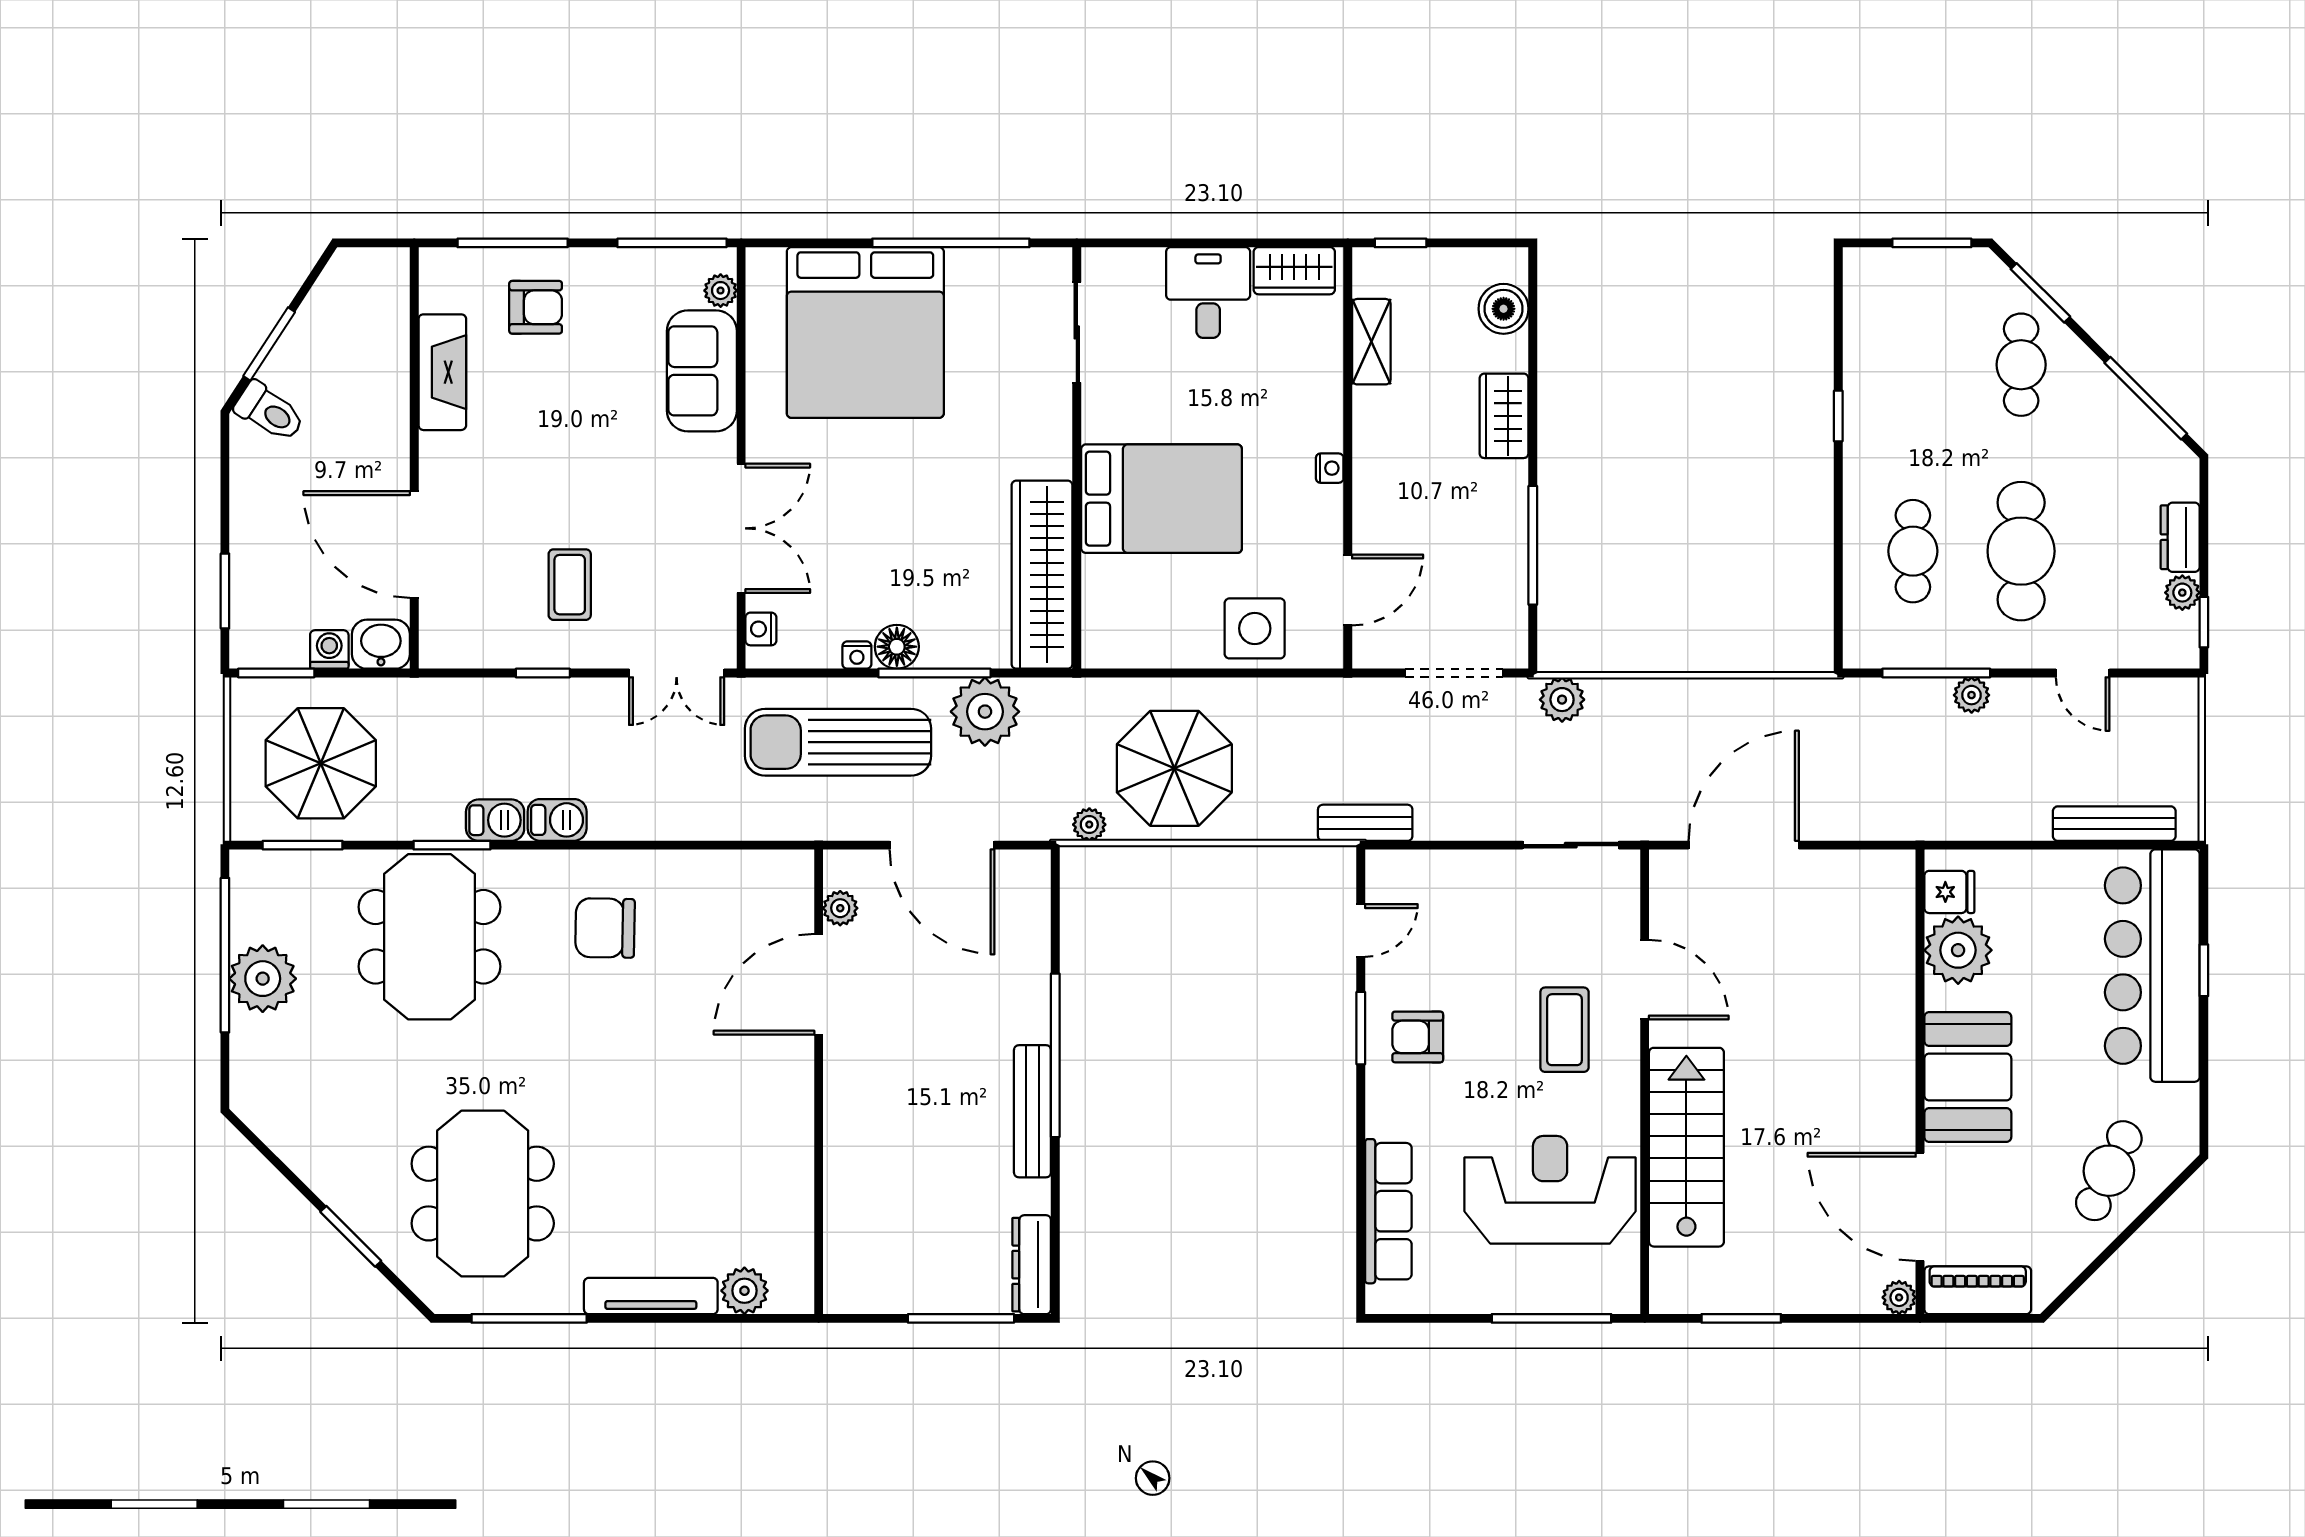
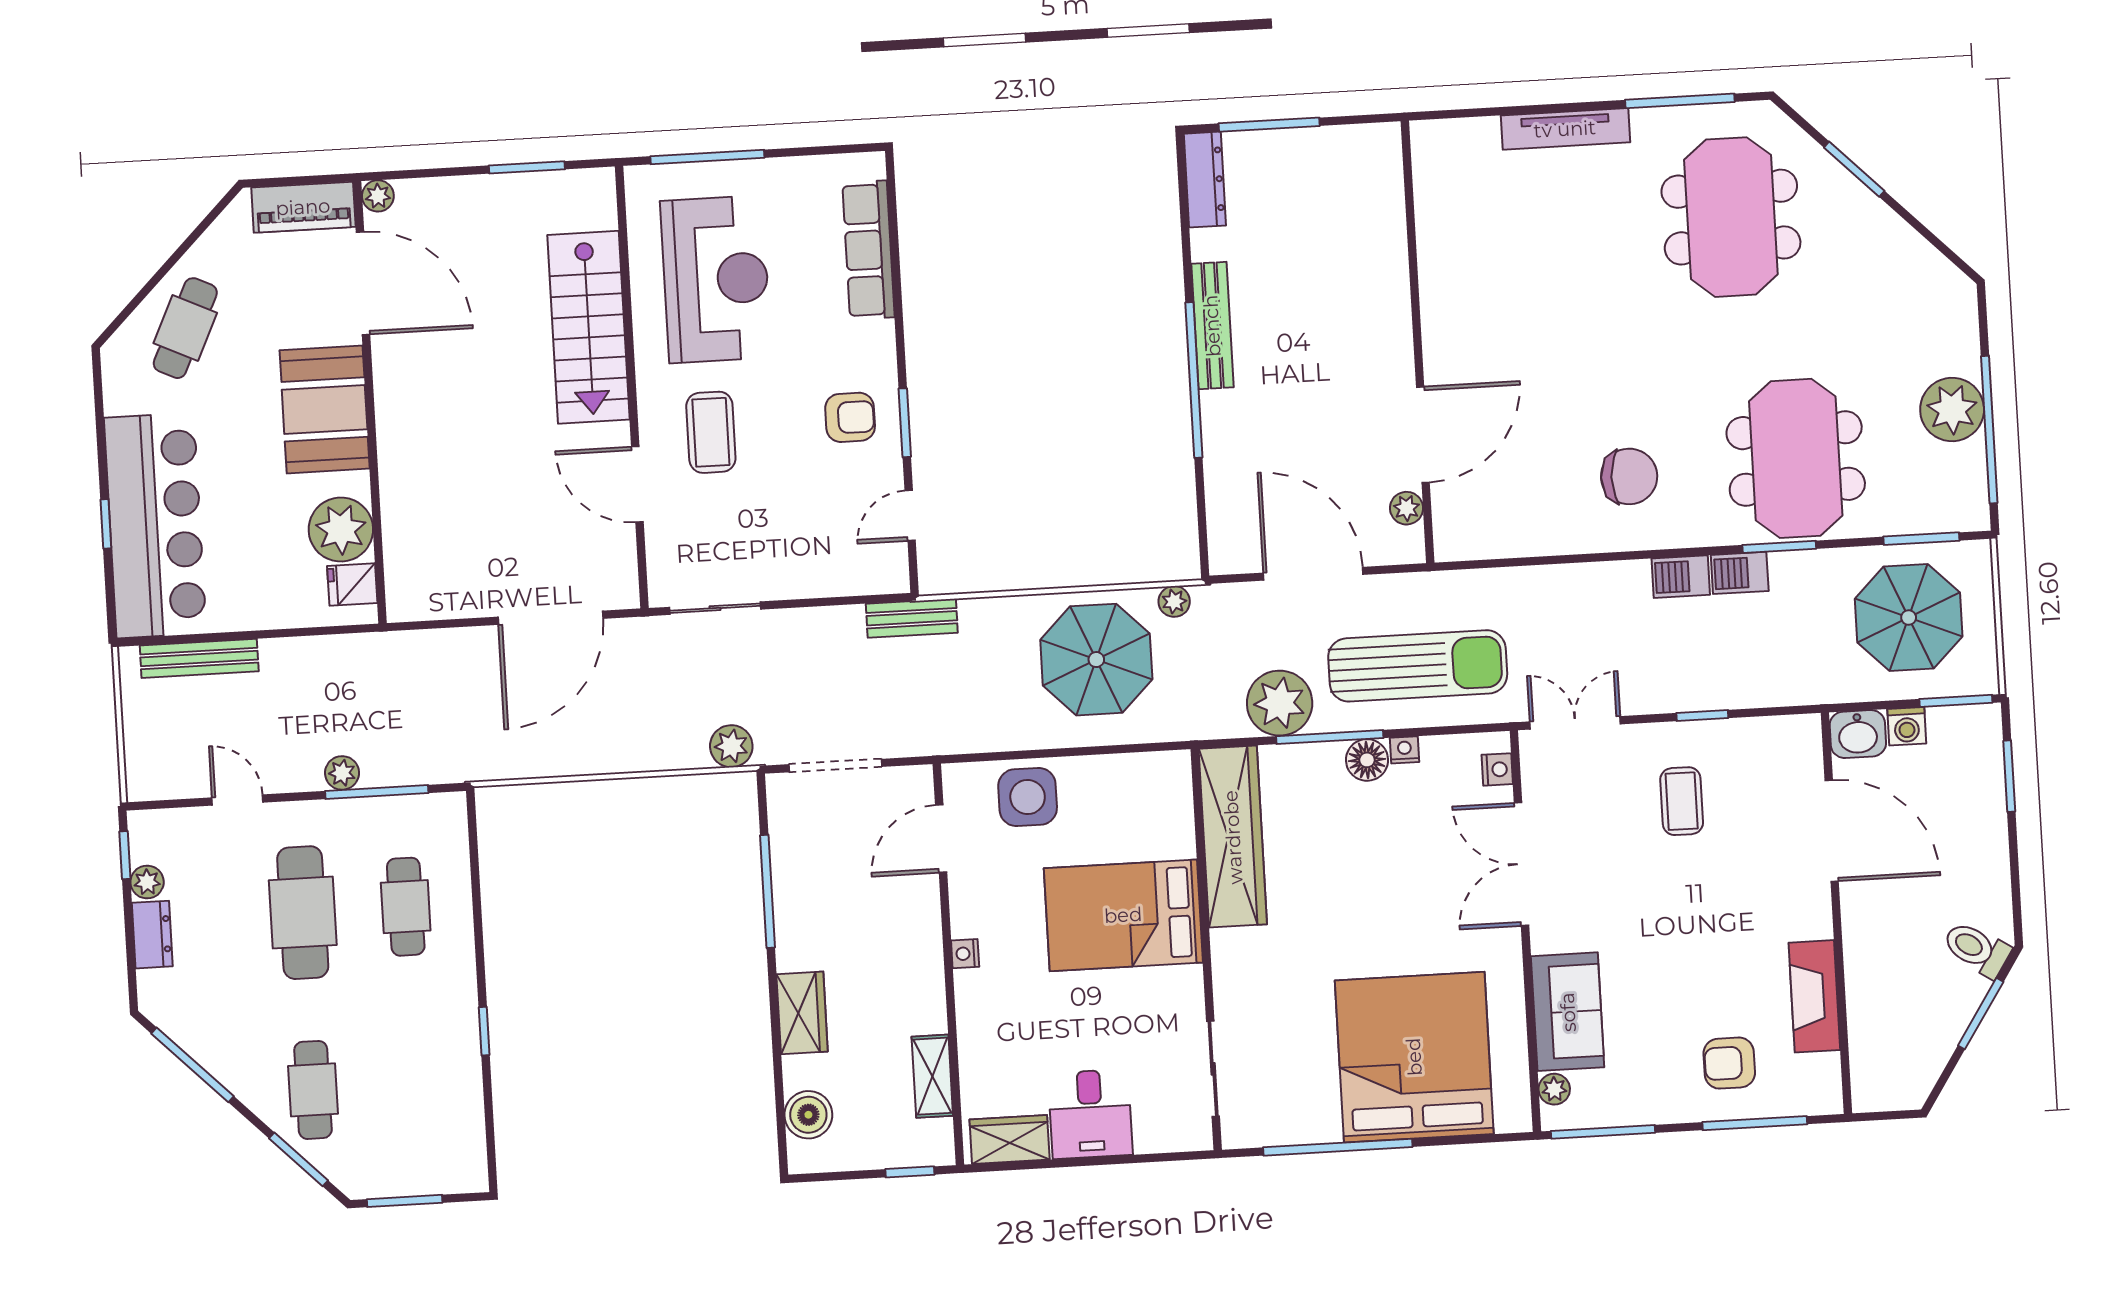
reception desk: (1550, 1190) -> (716, 279), turned -90
plant: (744, 1291) -> (1477, 139), removed

